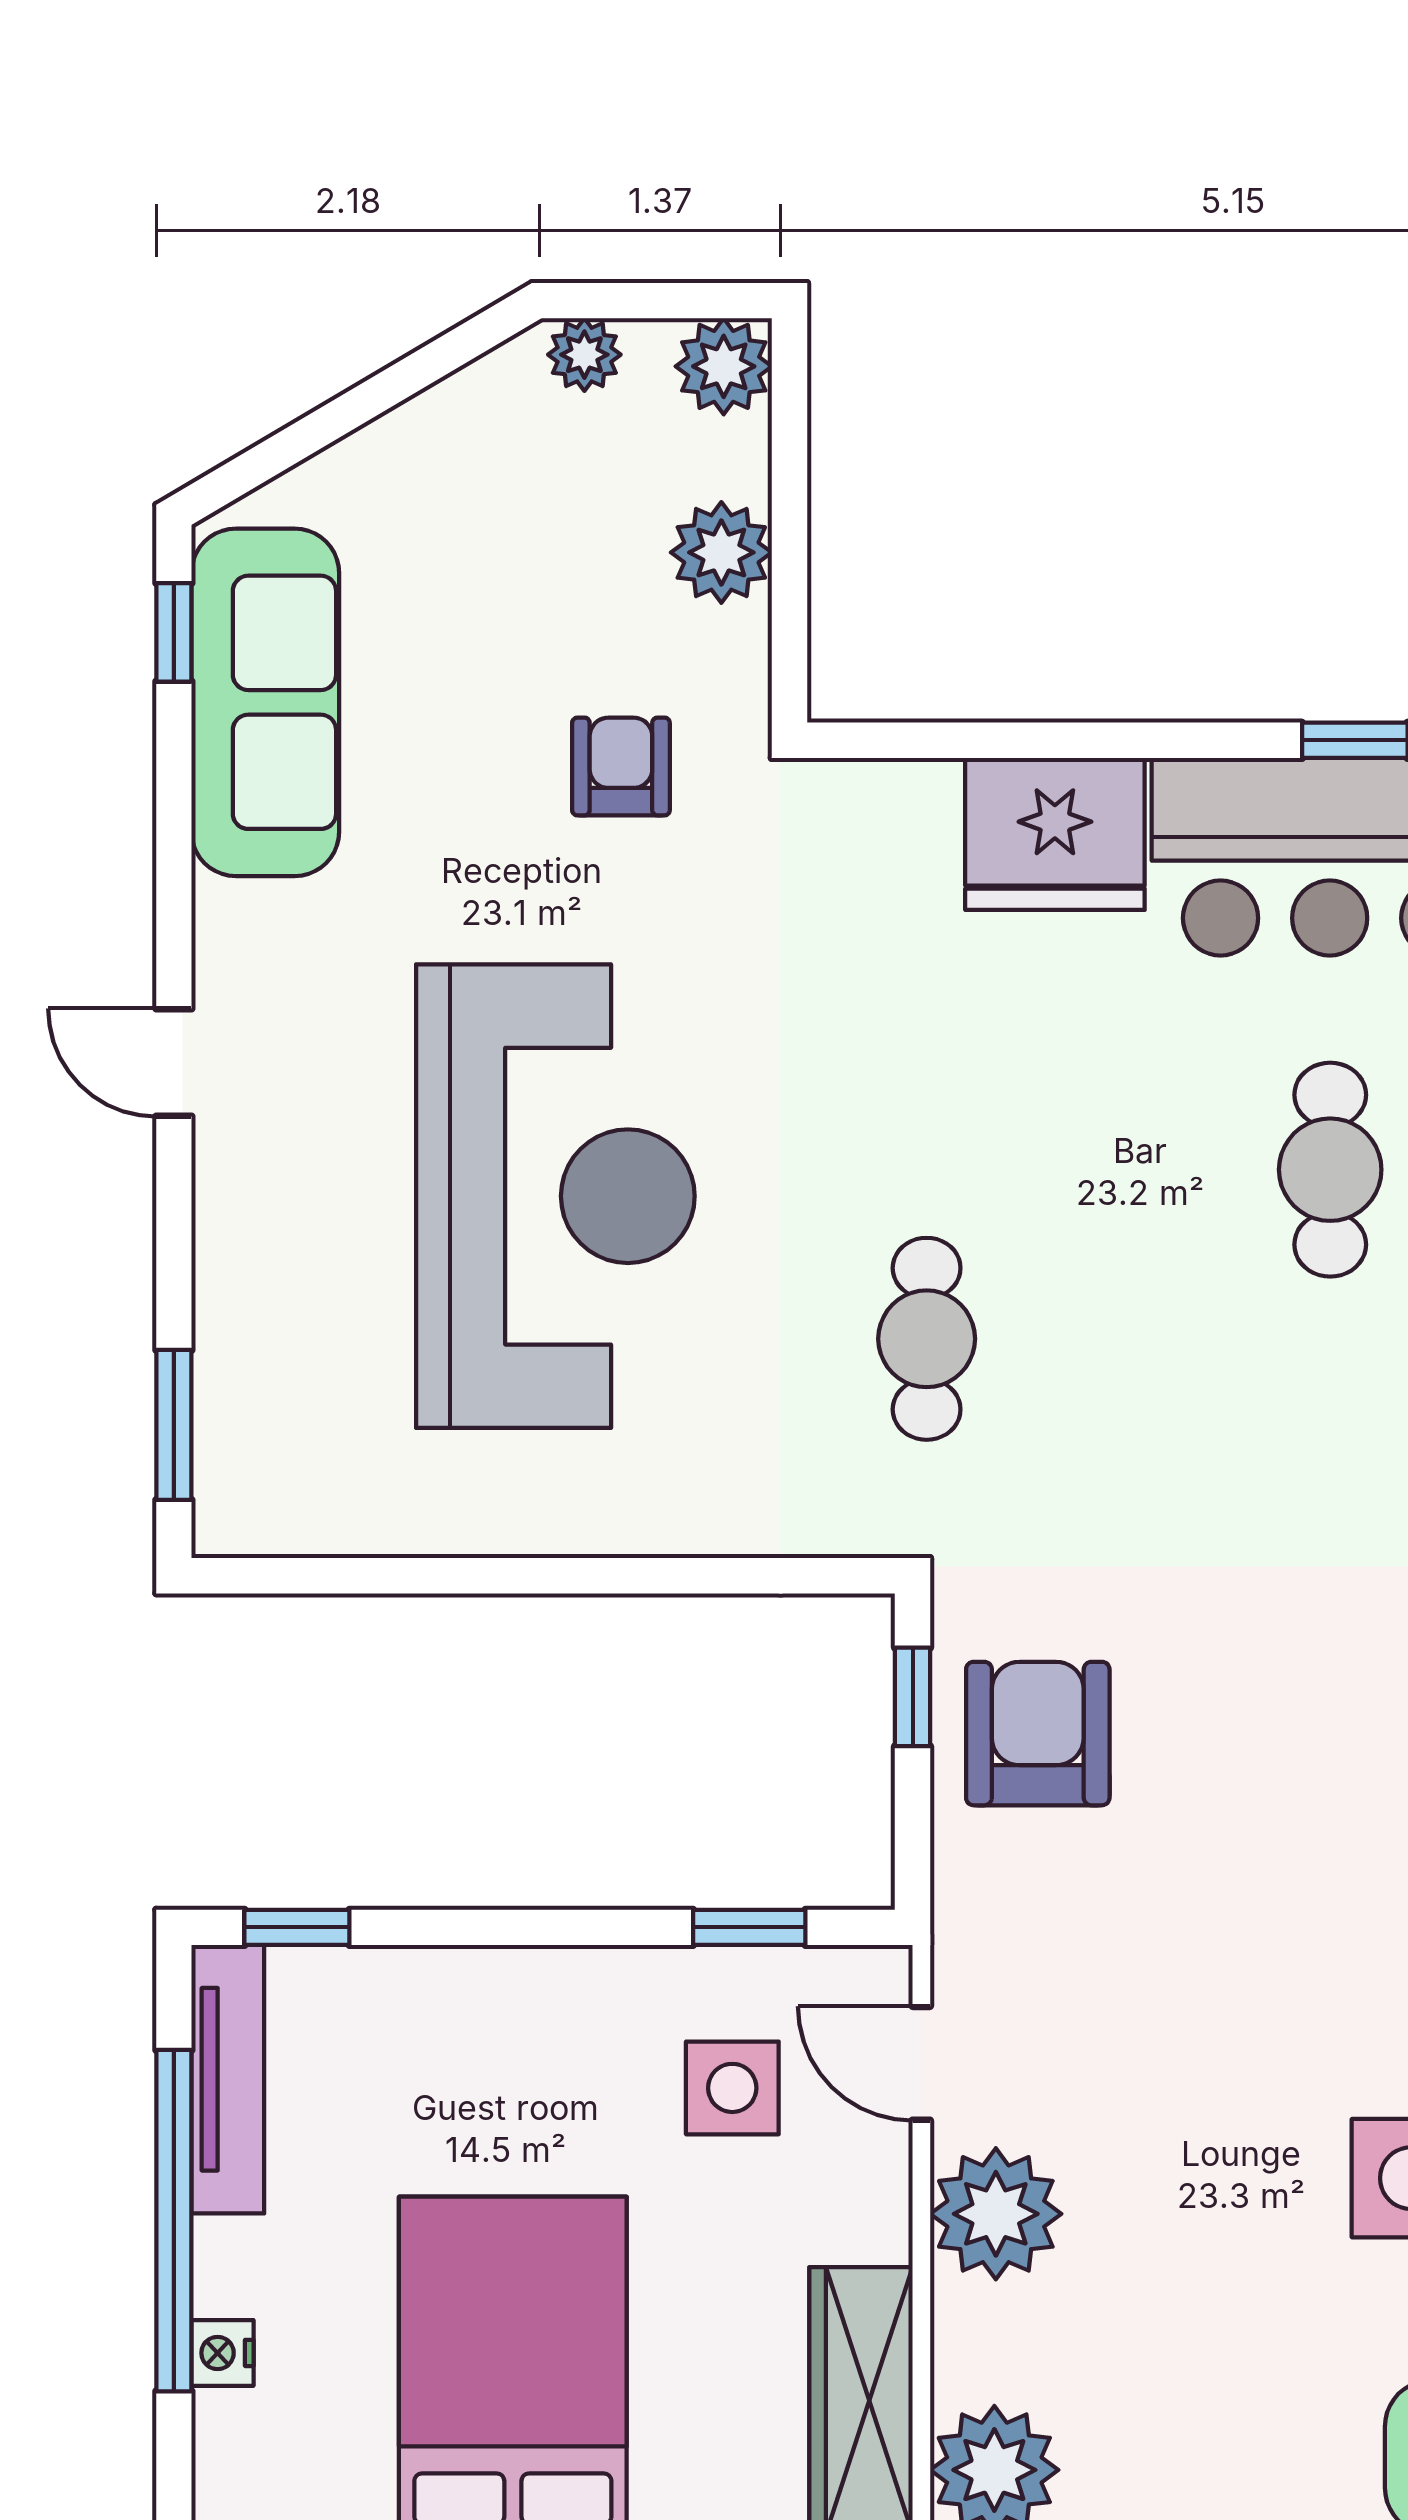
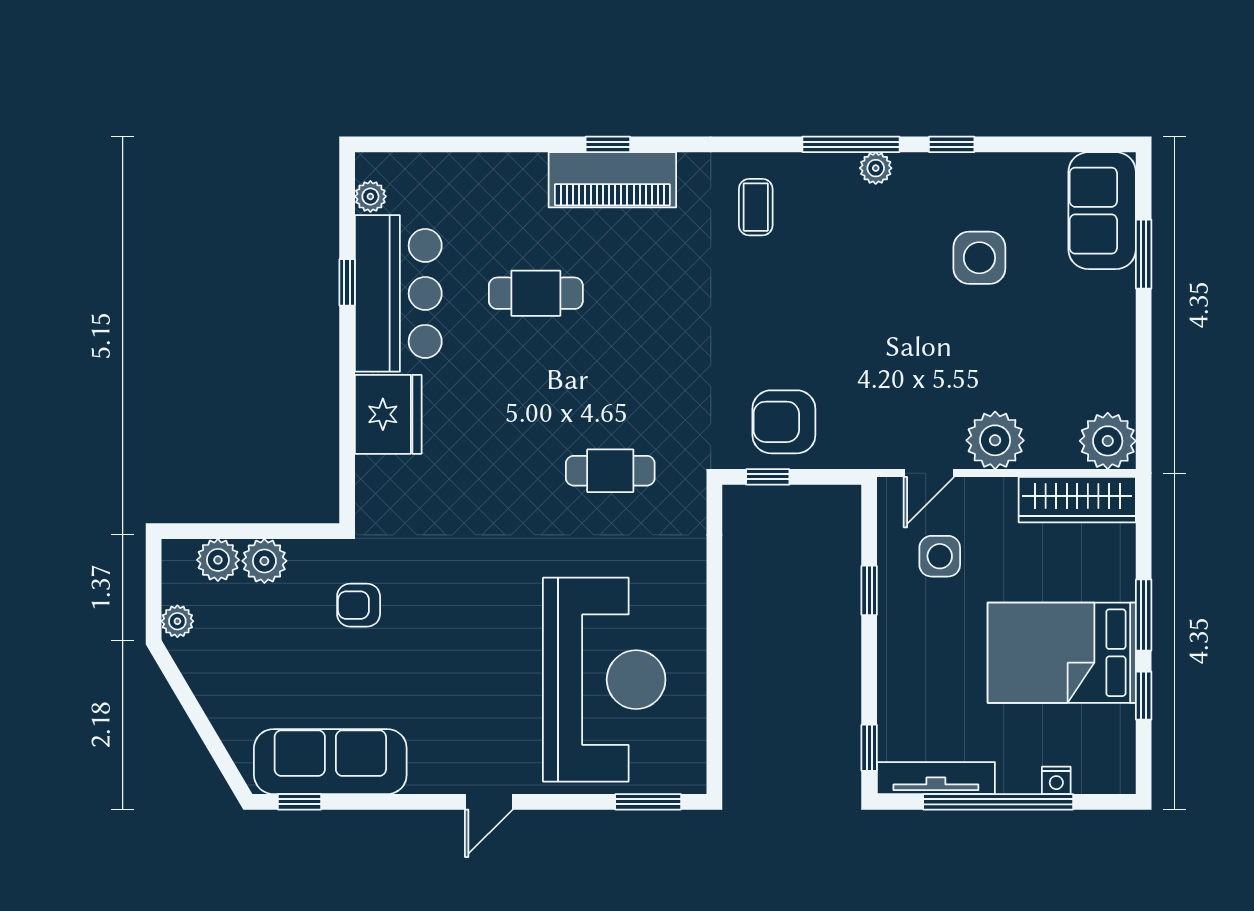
plant: (724, 366) -> (218, 560), moved
reception desk: (555, 1196) -> (604, 680), moved, turned 90
window: (749, 1927) -> (869, 590), moved

